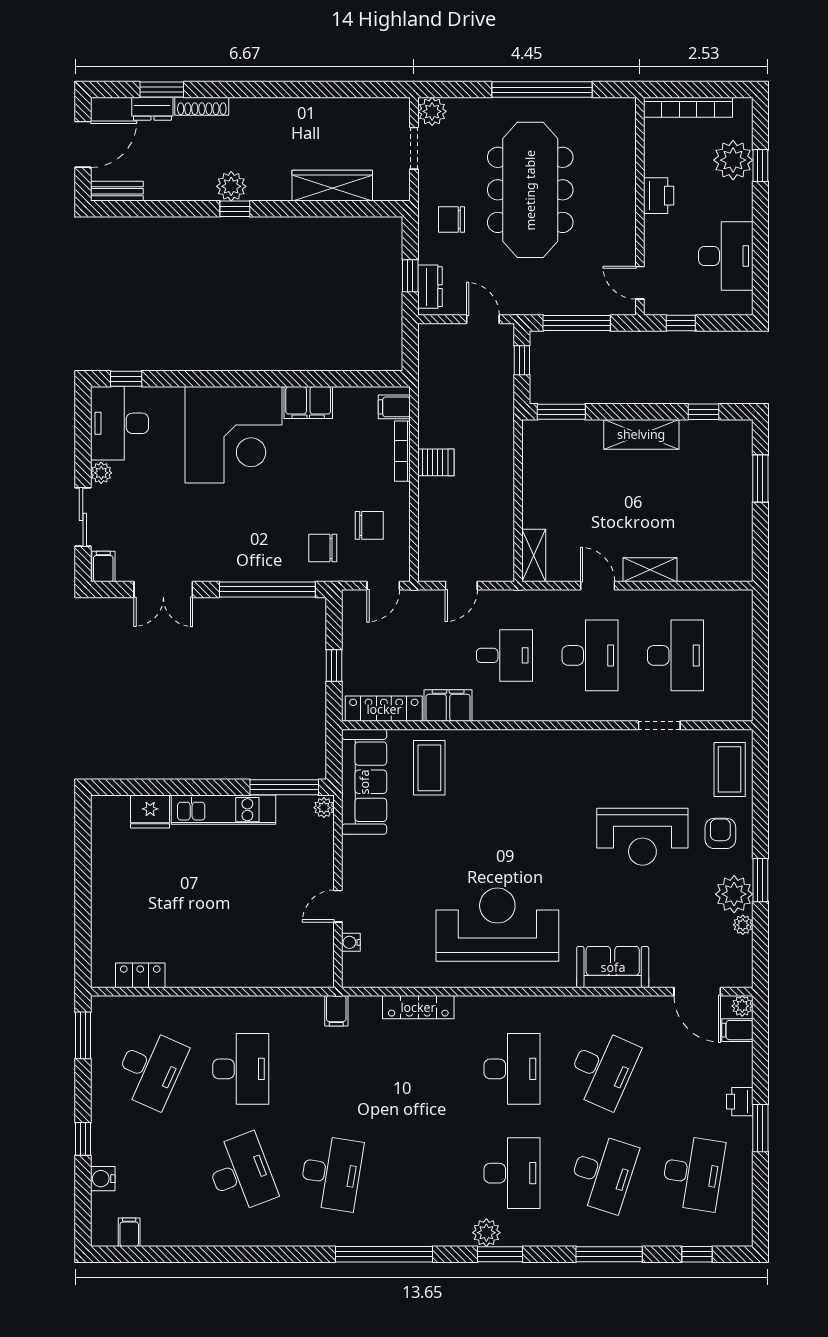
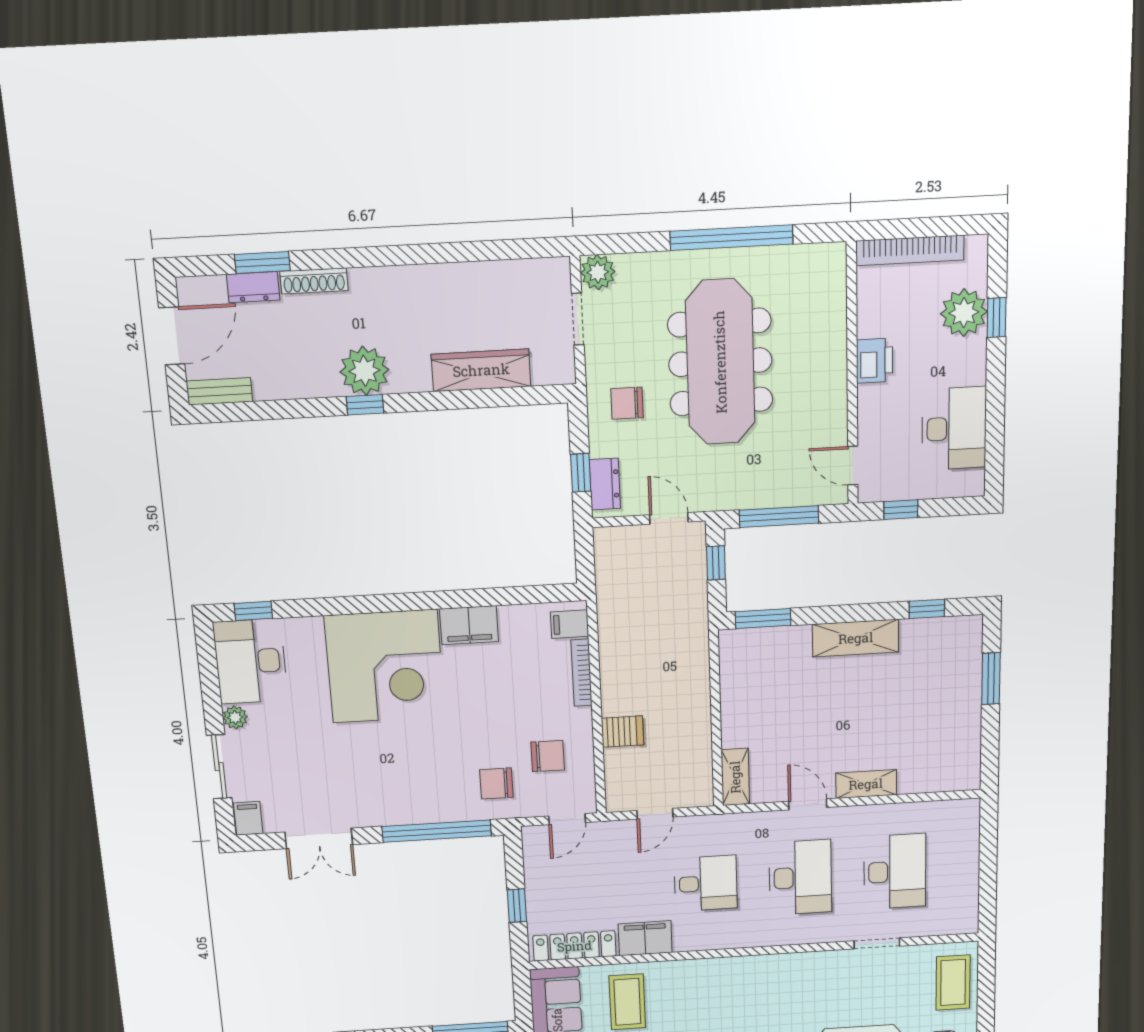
plant: (231, 186) -> (364, 371), width x1.36, depth x1.36
server rack: (436, 462) -> (623, 731), moved

